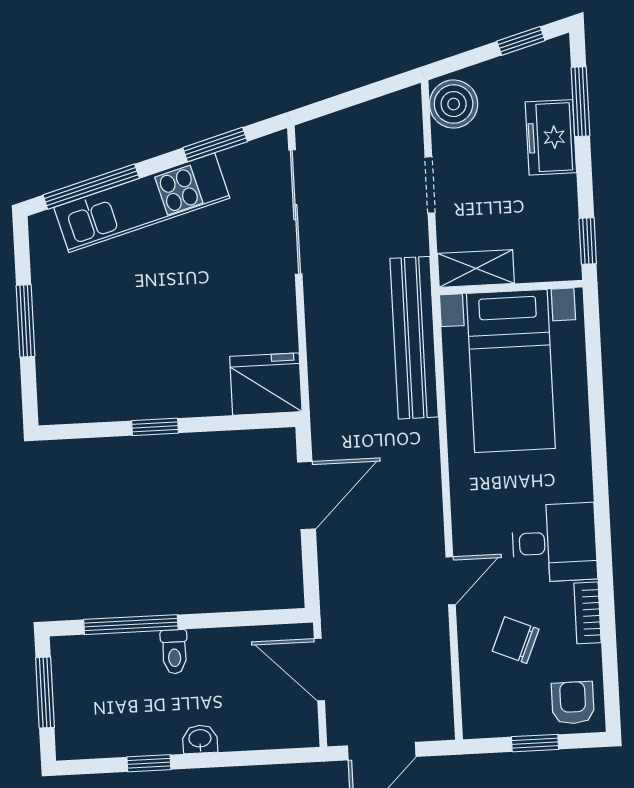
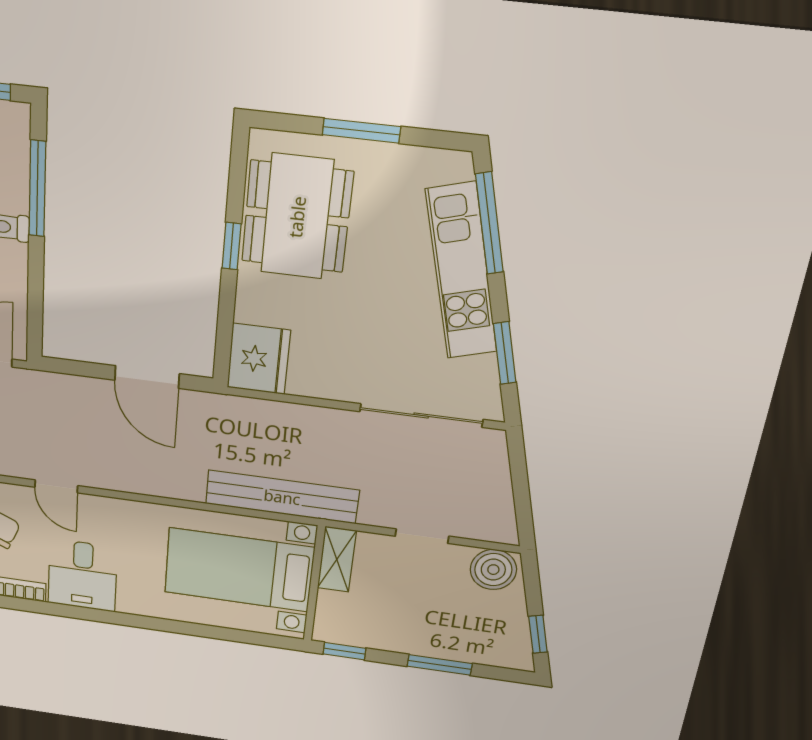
window: (580, 102) -> (440, 665), moved
freezer: (551, 137) -> (444, 641), removed
dining table: (115, 368) -> (297, 217), added

